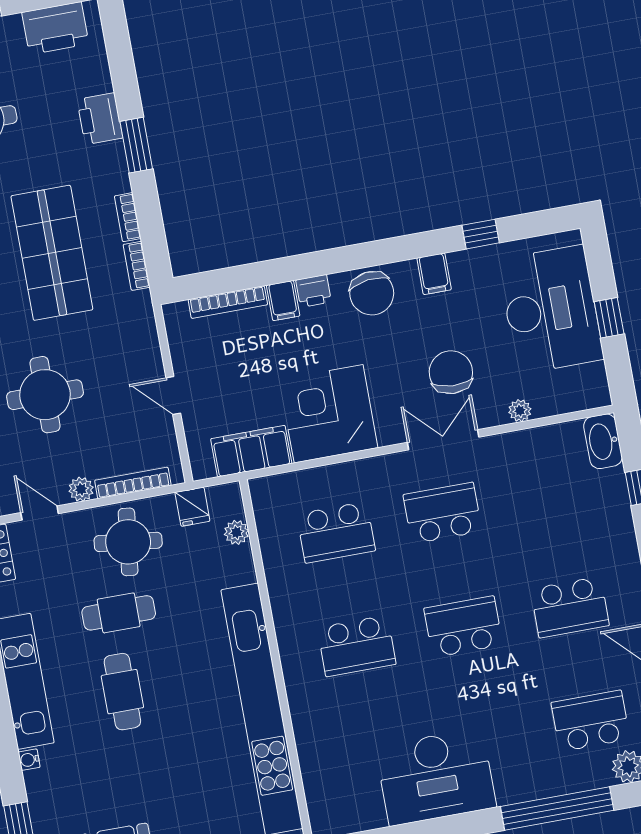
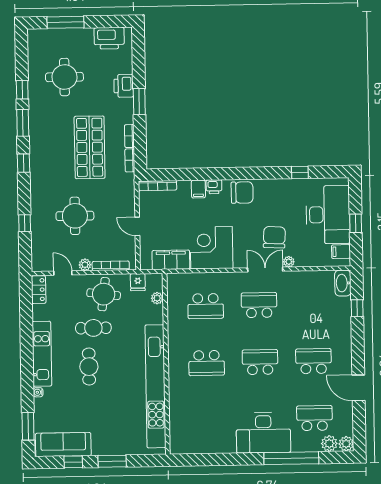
filing cabinet: (434, 274) -> (341, 252), moved, turned 90
chair: (372, 293) -> (242, 193), turned -83
bookcase: (228, 302) -> (157, 186), moved
plant: (520, 411) -> (289, 262), moved
school desk: (570, 607) -> (314, 361), turned 180
desk: (436, 777) -> (263, 433), moved

